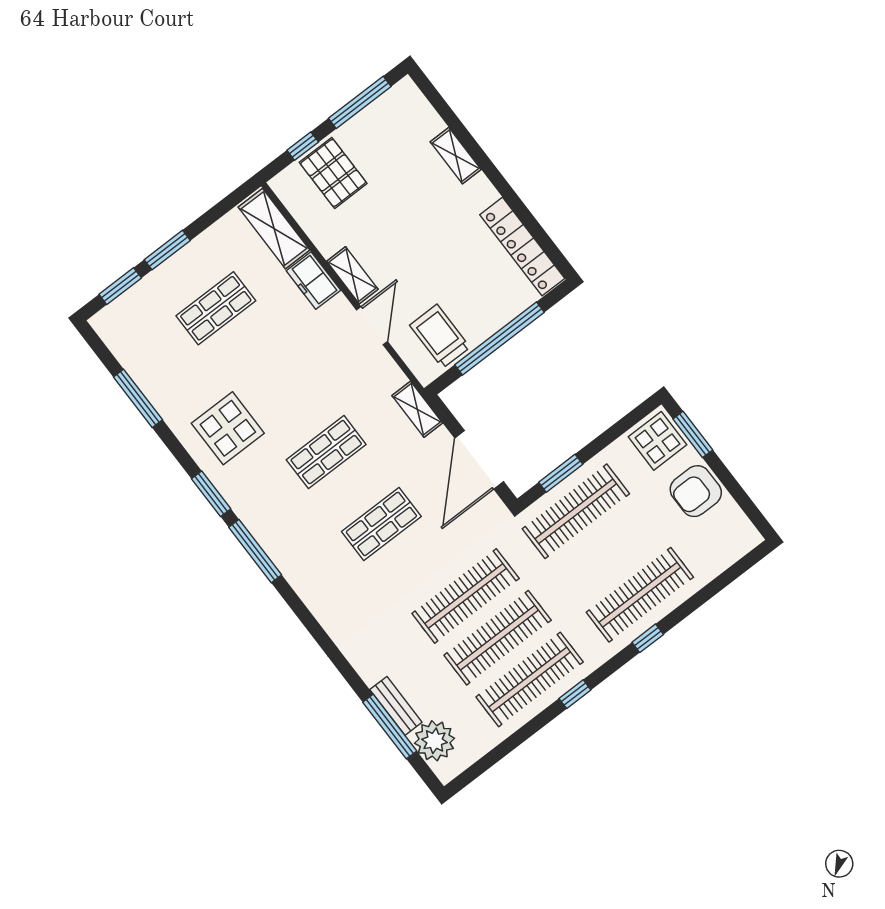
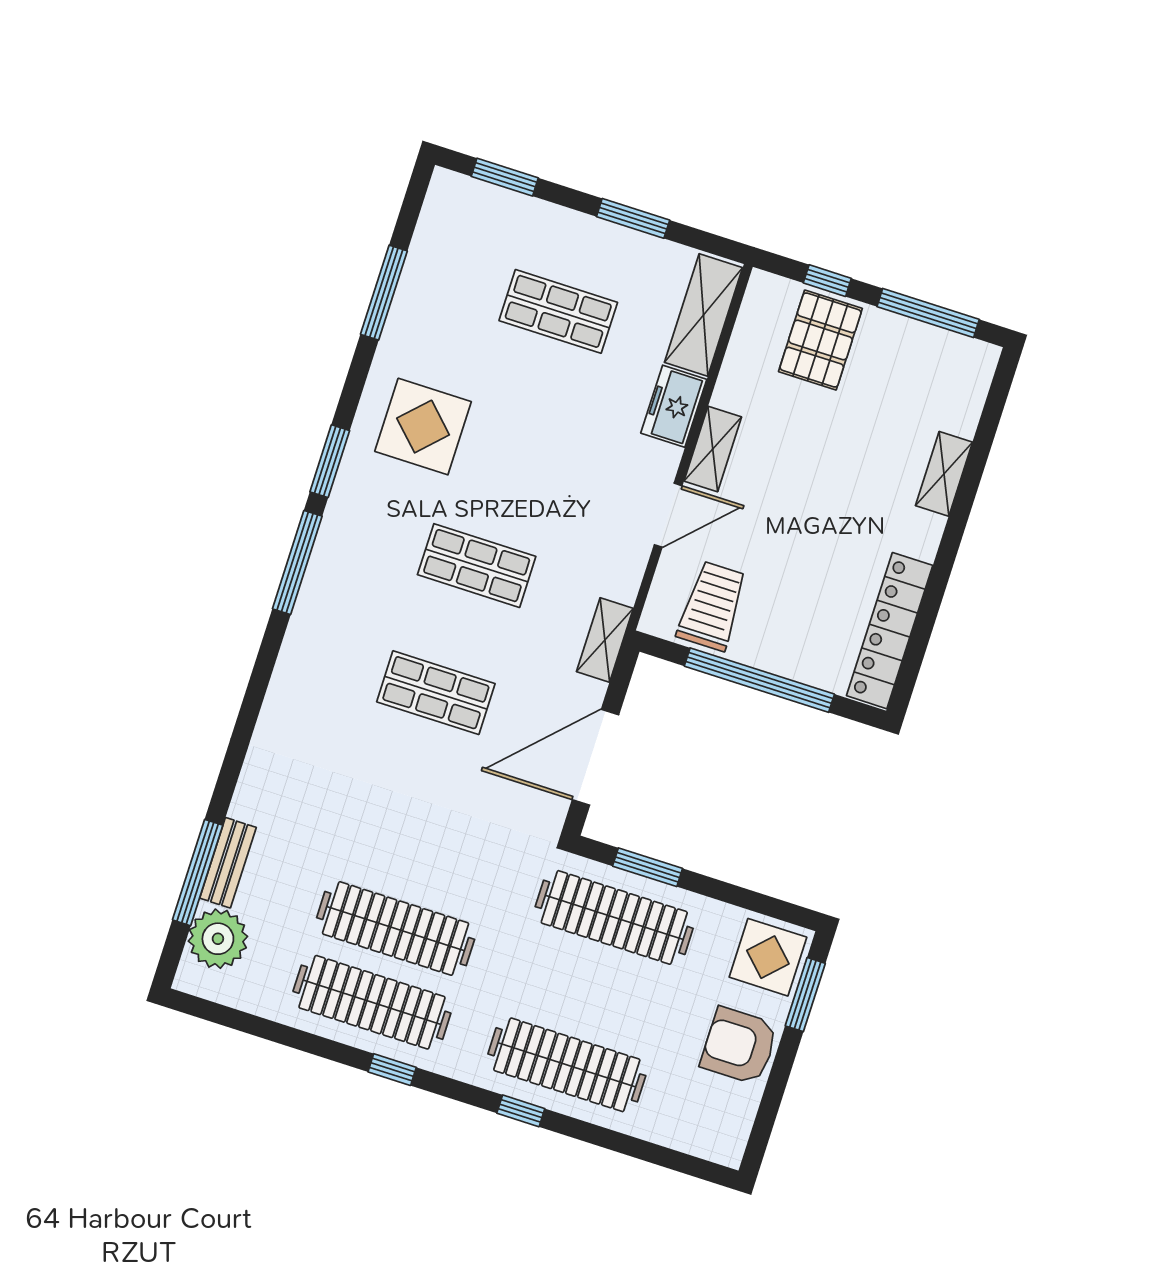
window: (167, 250) -> (633, 218), moved
clothes rail: (466, 596) -> (419, 855), removed

